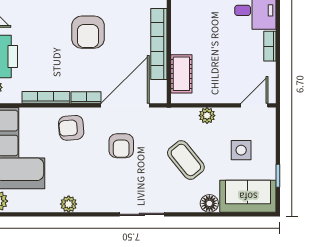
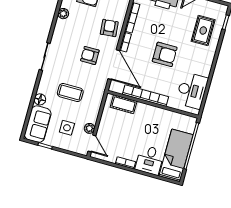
armchair: (88, 32) -> (165, 54), turned 180
plant: (207, 116) -> (89, 128), moved
coffee table: (186, 160) -> (70, 92), turned 39

